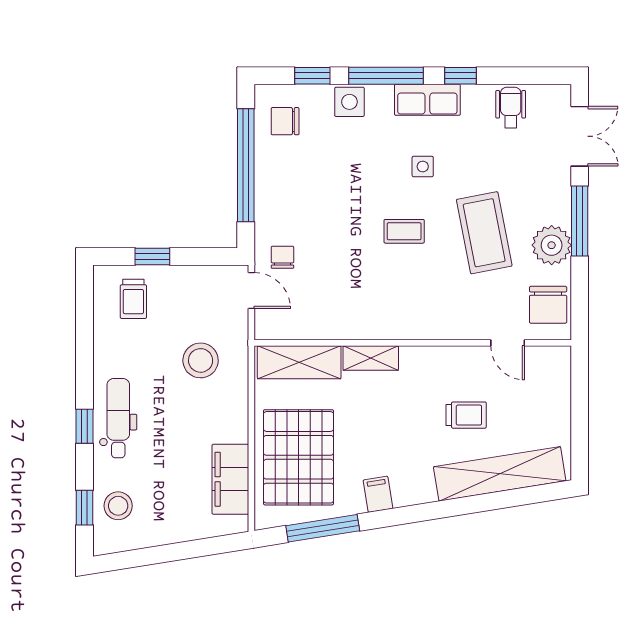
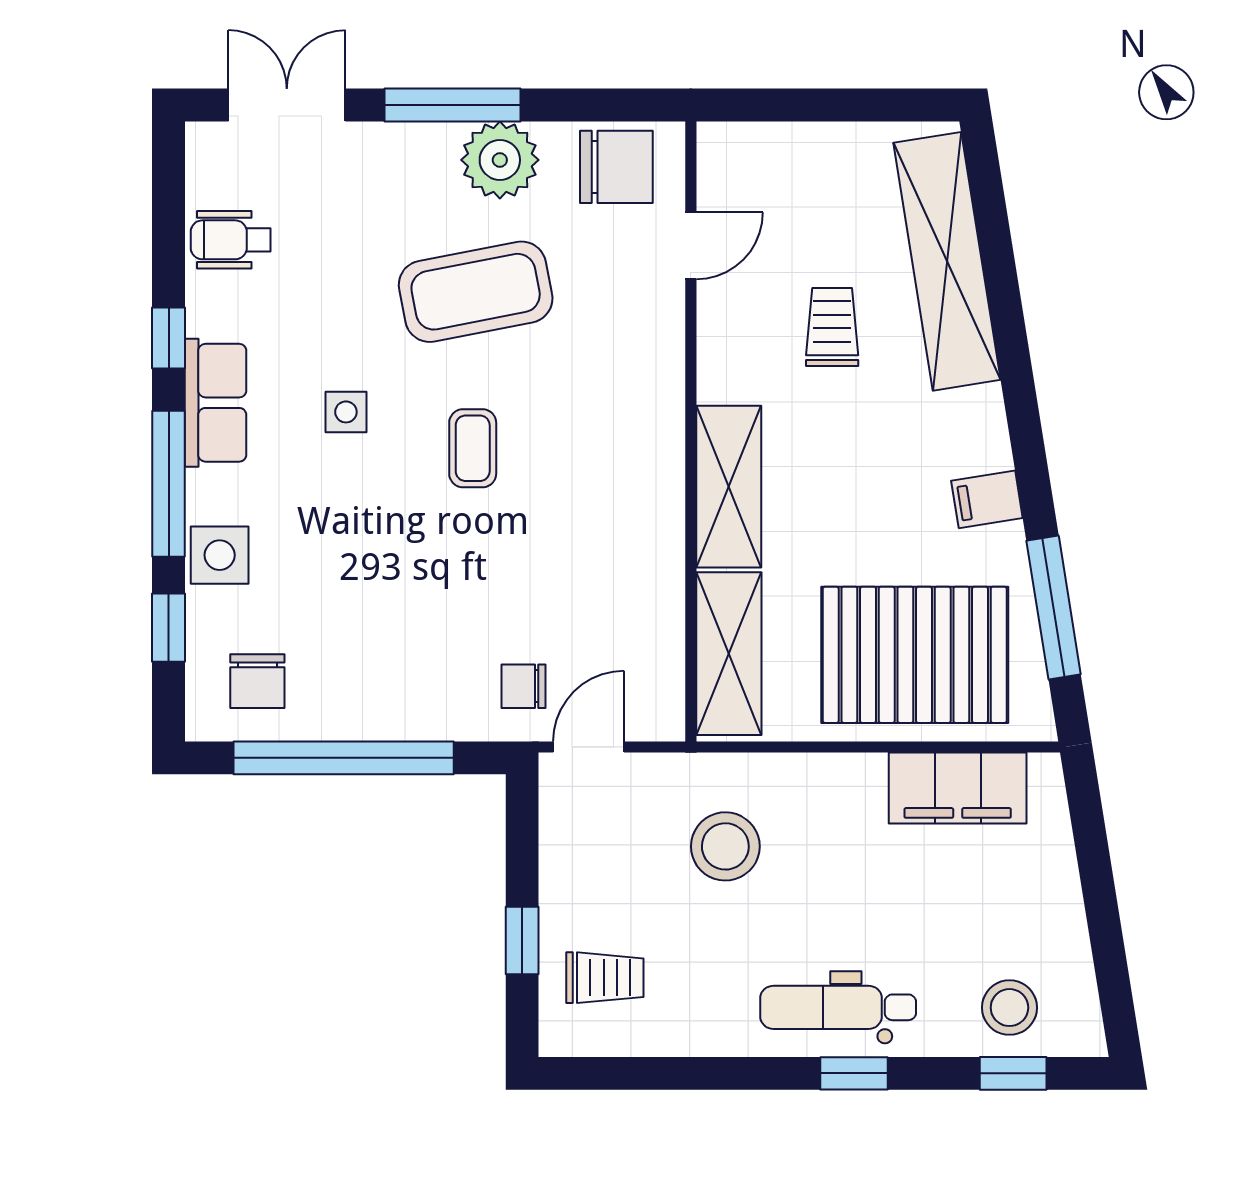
shelving: (371, 358) -> (729, 487), width x1.50, depth x1.33

